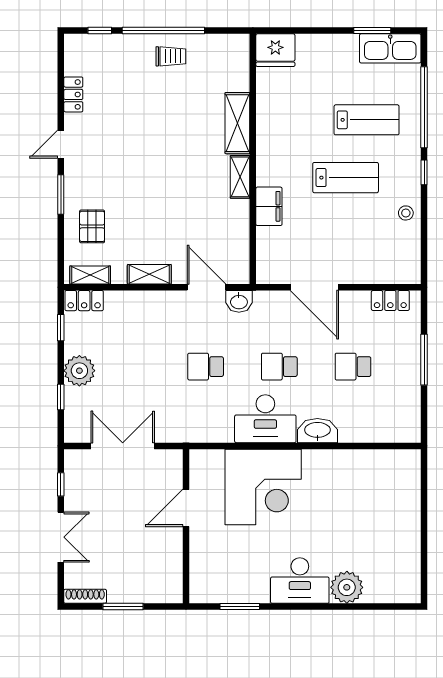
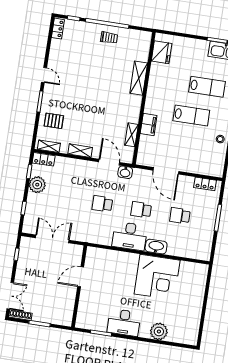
fridge: (275, 50) -> (162, 52), moved, turned -90
locker: (73, 94) -> (58, 29), moved
door: (61, 144) -> (44, 75), swing flipped
shelving: (240, 177) -> (131, 135), moved
pallet: (92, 226) -> (54, 121), turned 90
plant: (79, 371) -> (37, 185), moved
corner desk: (263, 487) -> (157, 277), moved
double door: (61, 537) -> (10, 296), moved
desk: (300, 581) -> (124, 322), moved

